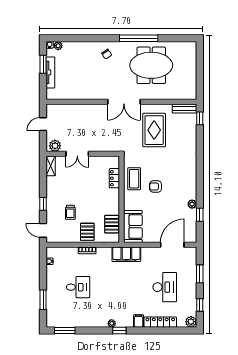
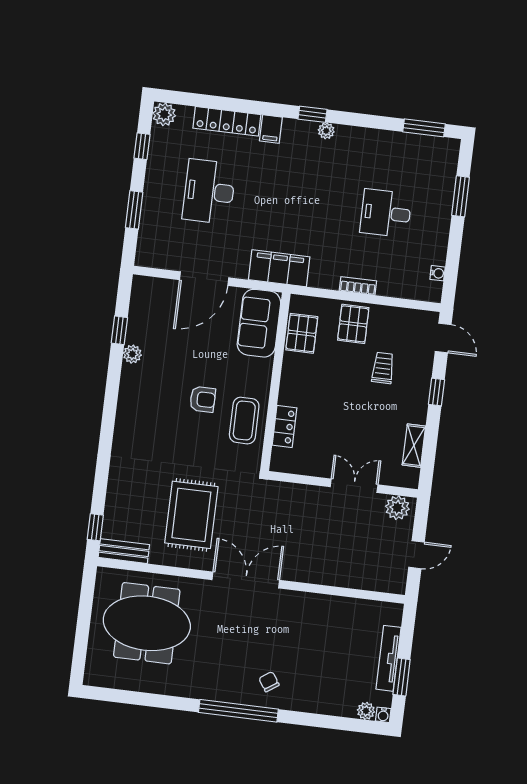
window: (139, 38) -> (238, 711), moved
meeting table: (151, 65) -> (147, 623), moved
shelving: (51, 166) -> (414, 446), moved
door: (172, 245) -> (204, 279), moved

